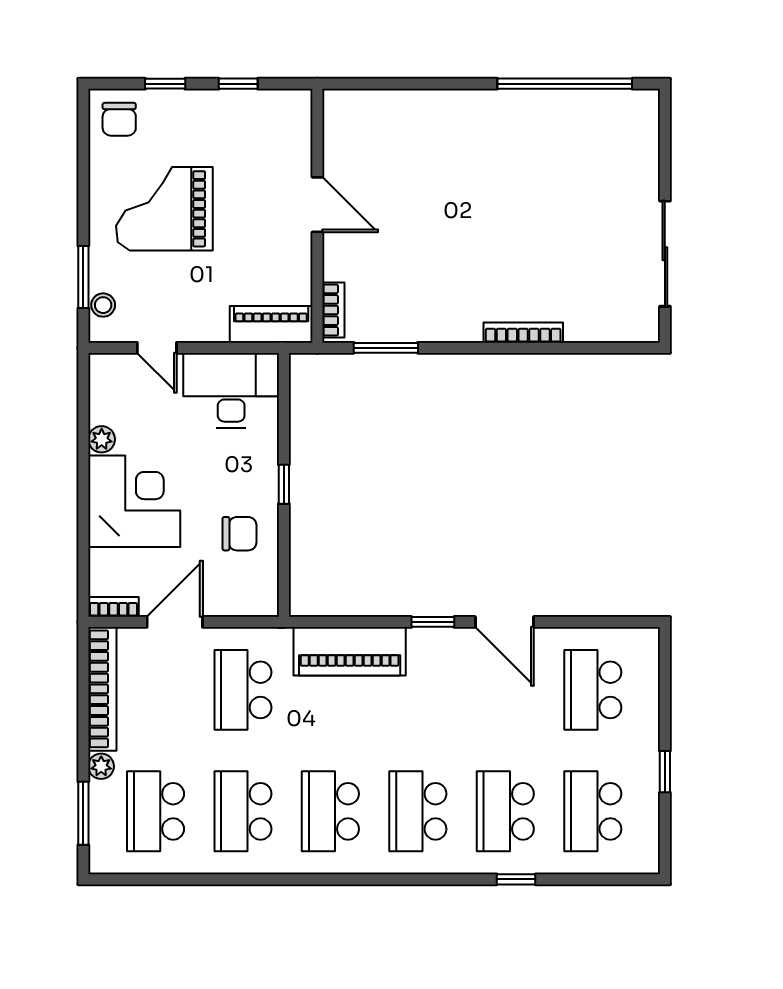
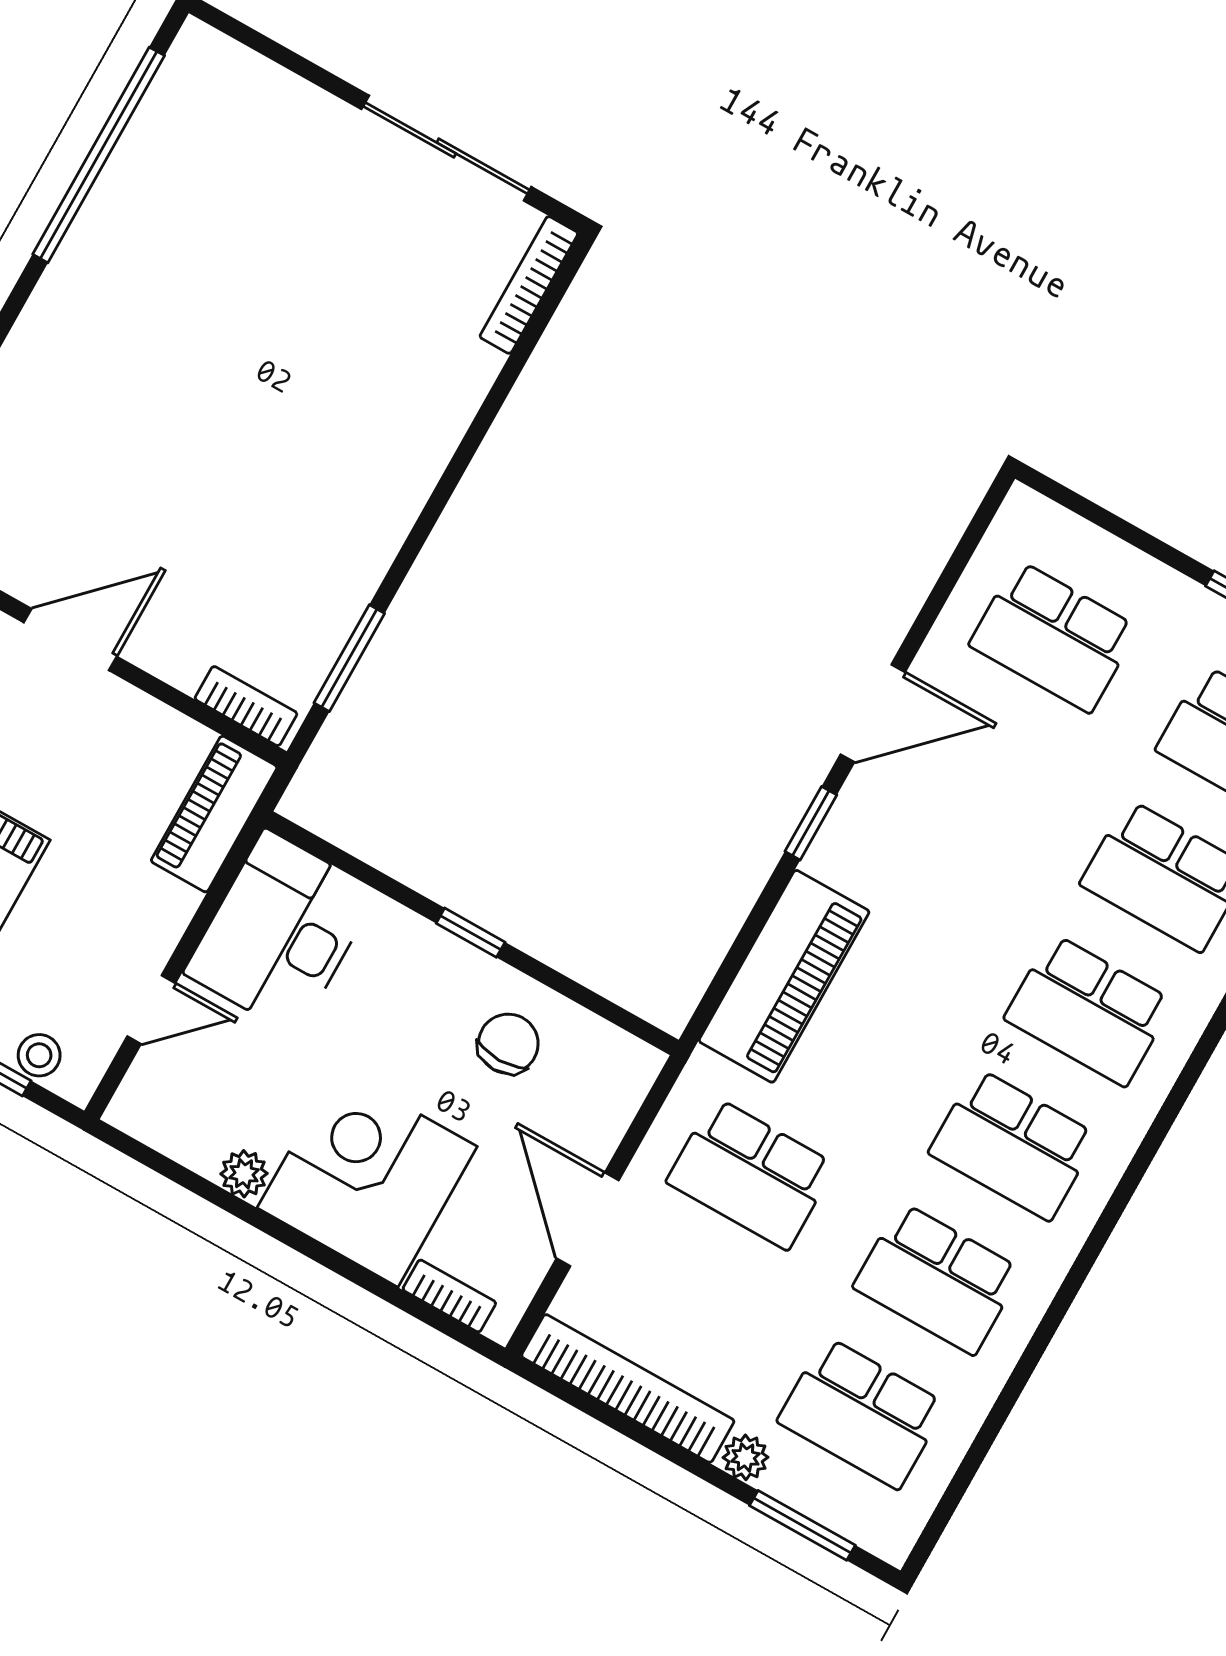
bookcase: (523, 333) -> (529, 285), moved
bookcase: (113, 607) -> (449, 1296), moved, turned 90

